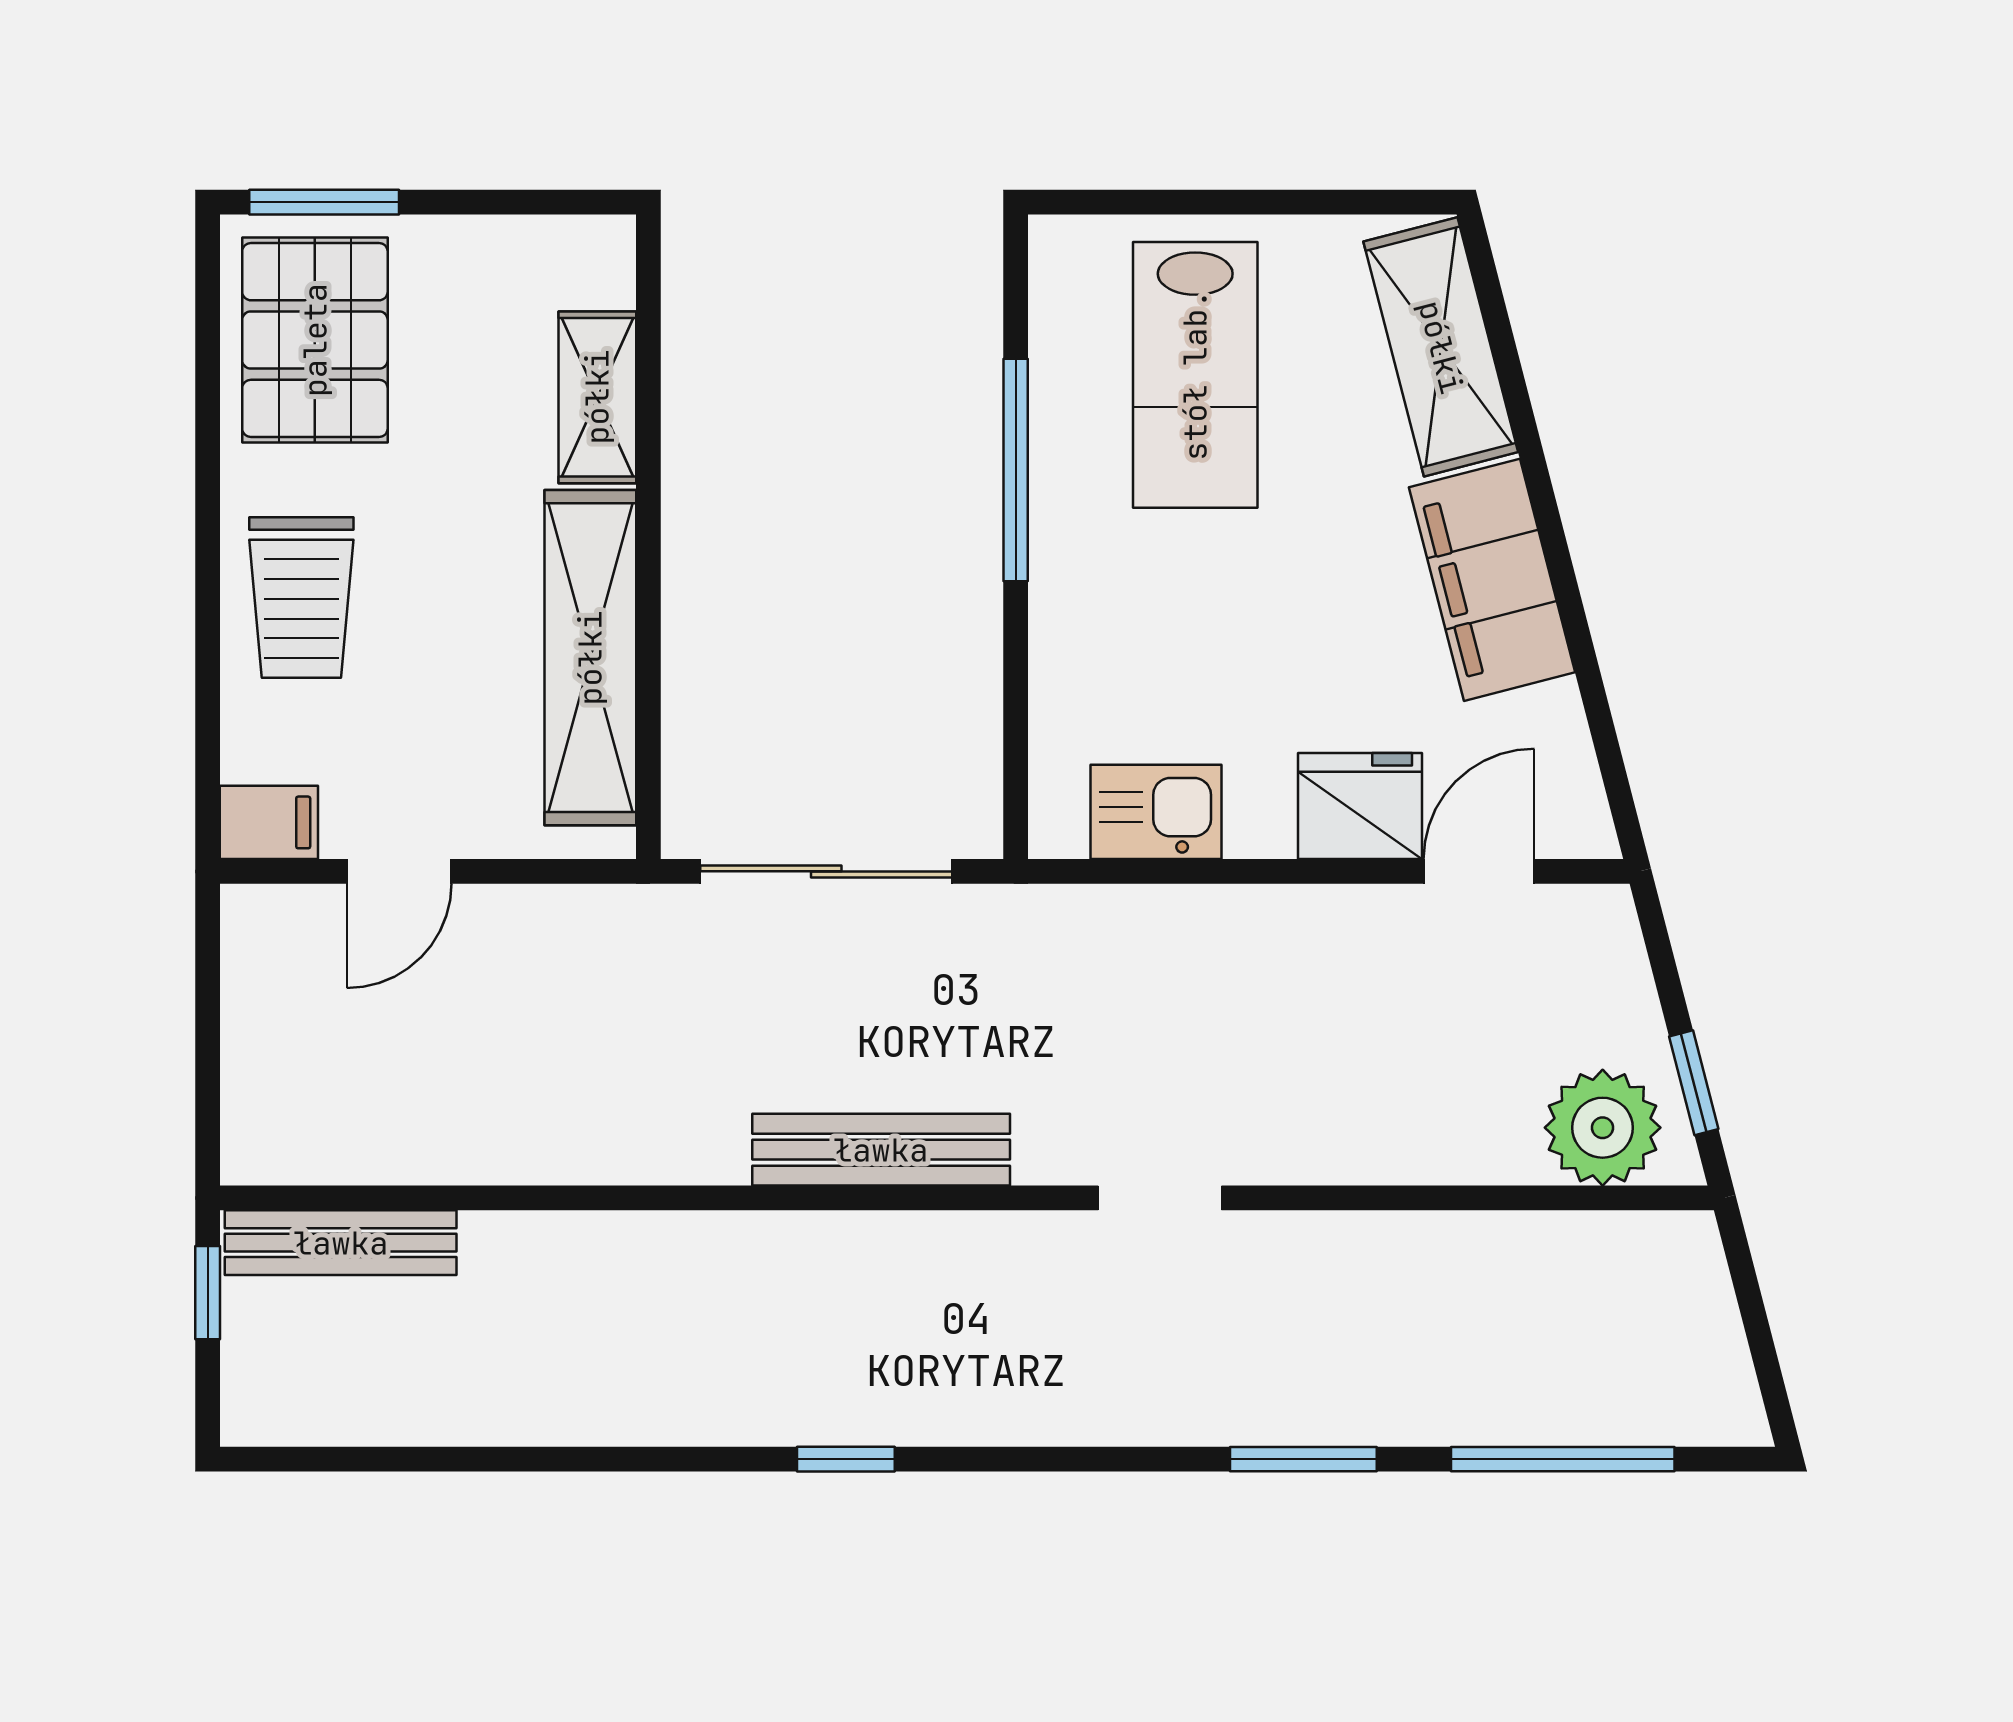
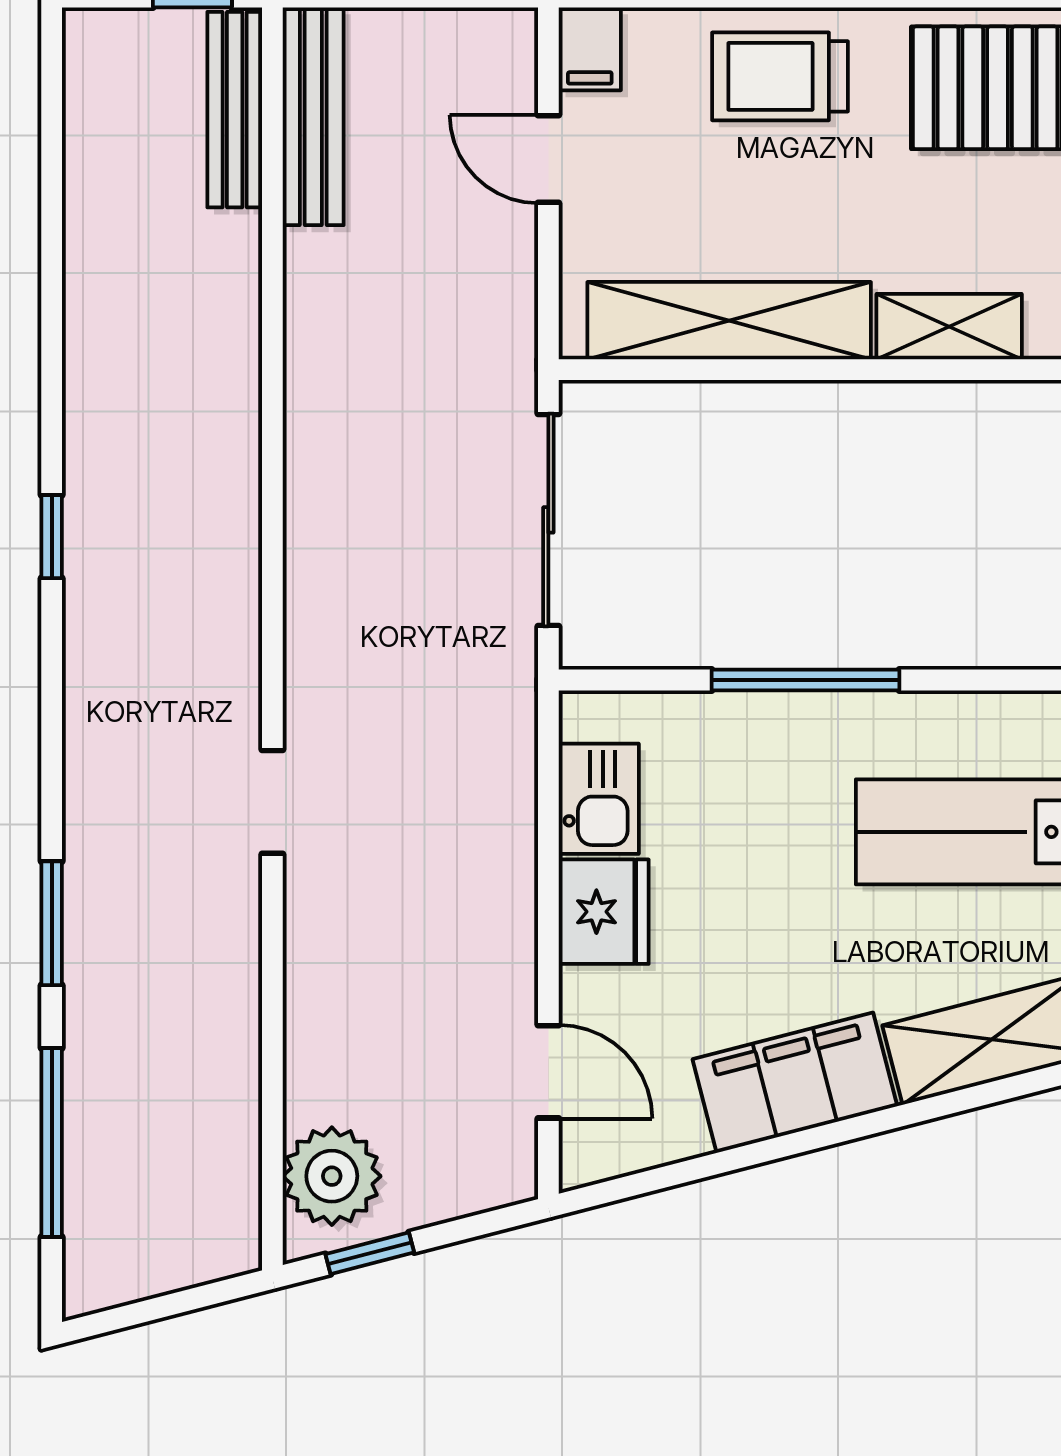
window: (1016, 470) -> (805, 680), moved
fridge: (1360, 806) -> (604, 912), moved
bench: (881, 1150) -> (313, 116), moved

